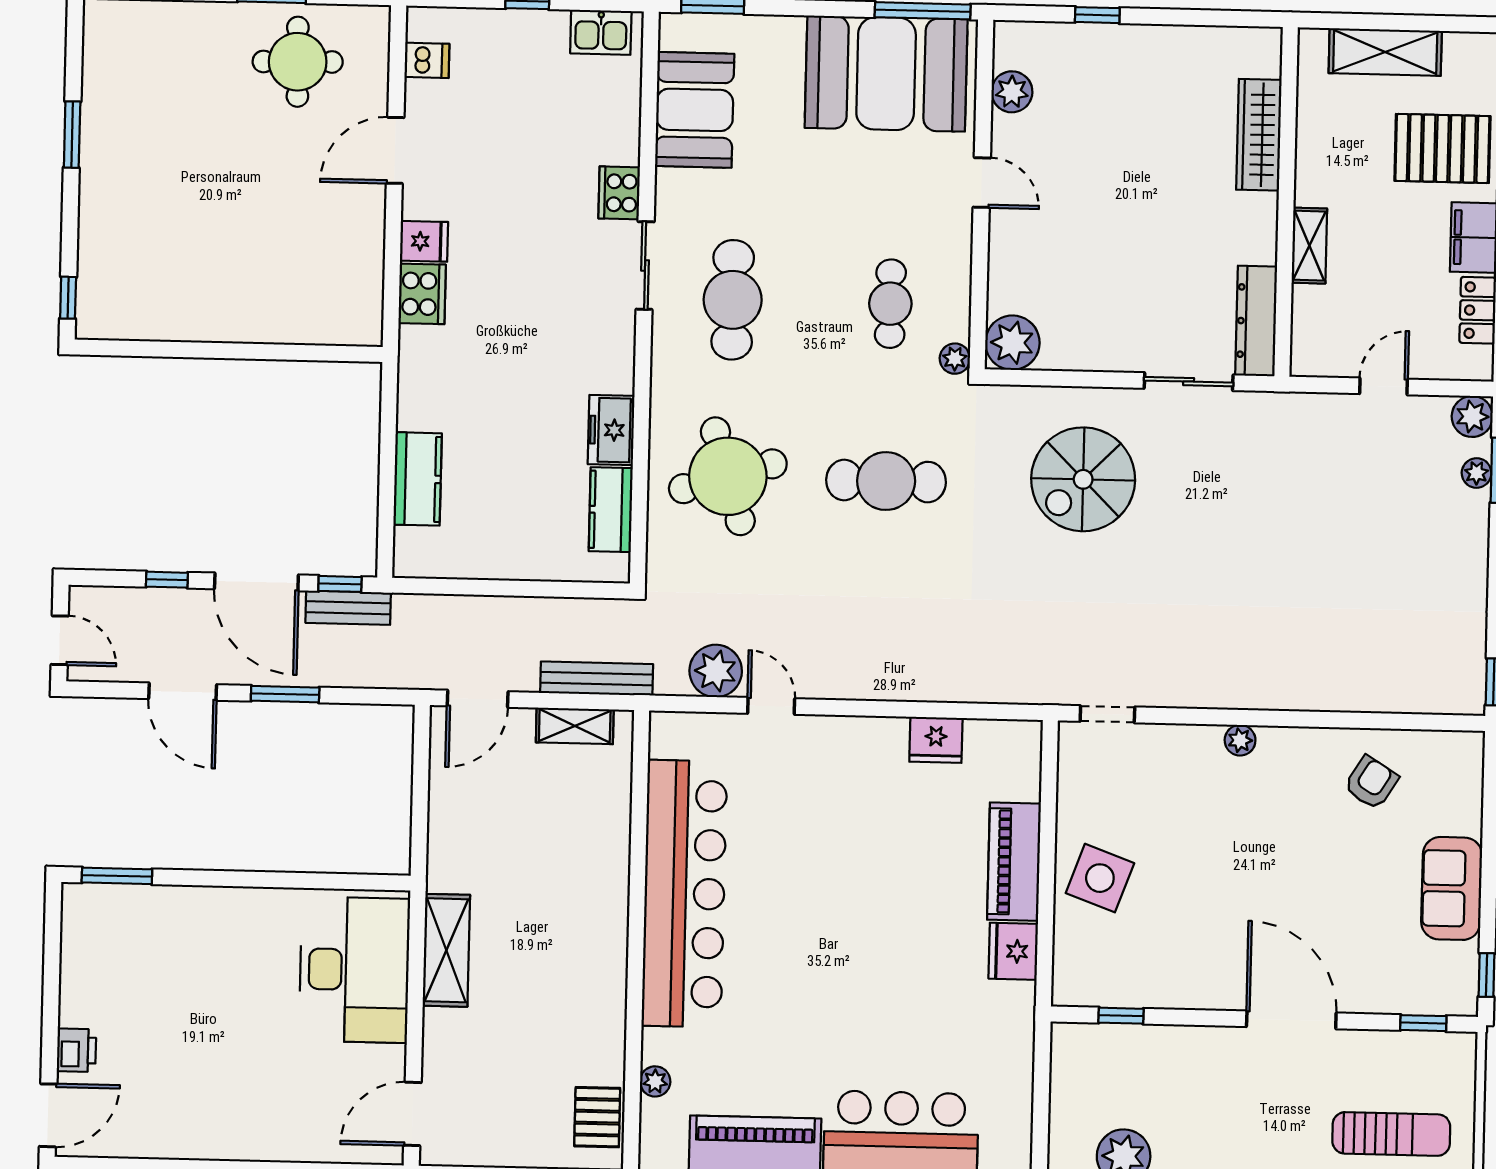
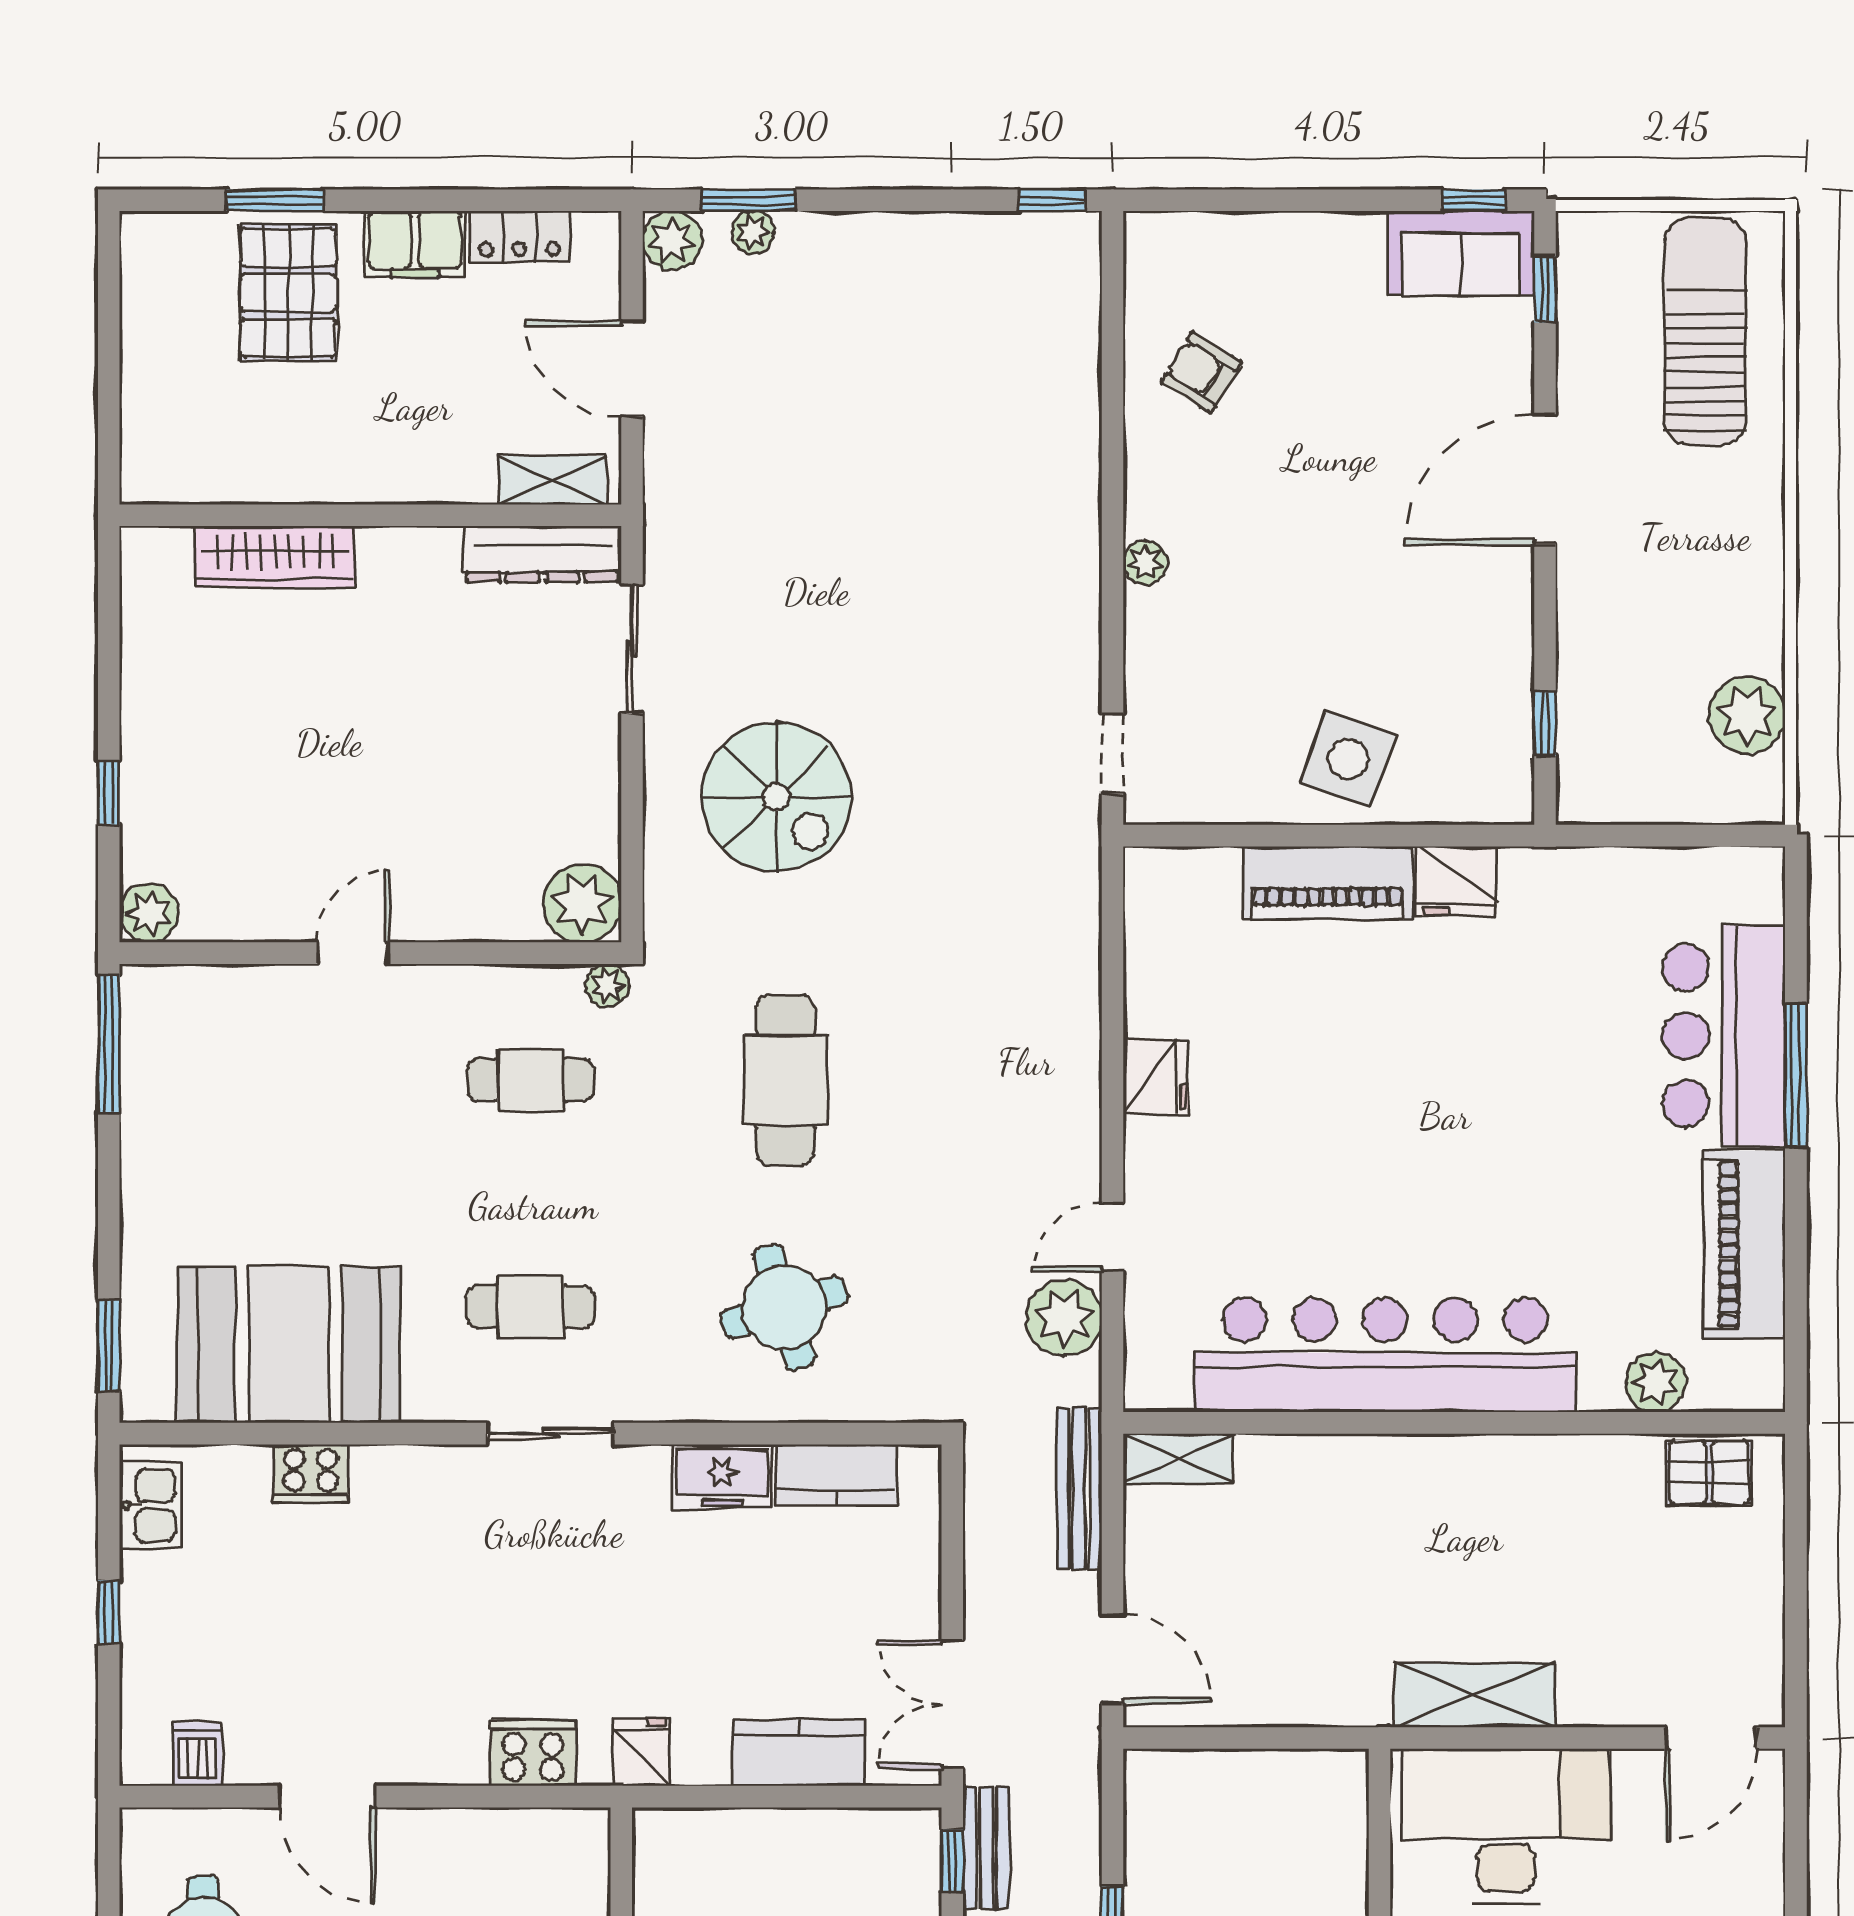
shelving: (1385, 52) -> (152, 378), removed
booth: (886, 74) -> (200, 1094), removed
plant: (1012, 92) -> (149, 913), moved
booth: (695, 110) -> (289, 1345), width x1.36, depth x1.42
cooker: (619, 193) -> (311, 1473), moved
fridge: (424, 241) -> (641, 1752), moved
shelving: (1309, 246) -> (552, 480), moved
sliding door: (645, 265) -> (551, 1434), moved
cafe table: (733, 300) -> (531, 1307), width x0.73, depth x0.74
door: (1383, 386) -> (632, 369), width x1.38
round table: (728, 476) -> (784, 1307), width x0.73, depth x0.73
double door: (449, 587) -> (952, 1704), added
shelving: (575, 726) -> (1179, 1459), moved, turned 90
fridge: (936, 740) -> (1155, 1077), moved
sofa: (1452, 888) -> (1461, 253), moved
plant: (655, 1081) -> (1656, 1382), width x1.38, depth x1.38
door: (412, 1114) -> (1711, 1738), hinge flipped
sun lounger: (1391, 1134) -> (1705, 331), width x1.36, depth x1.34

